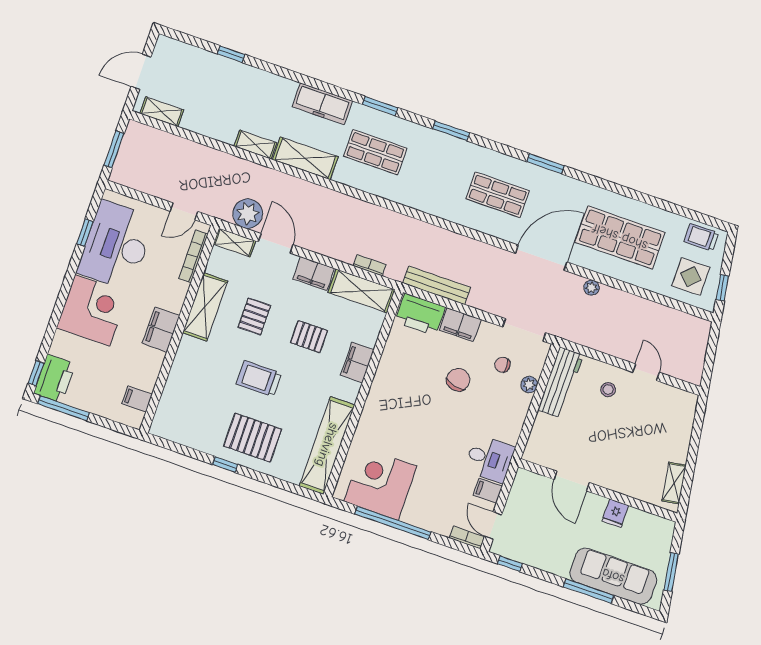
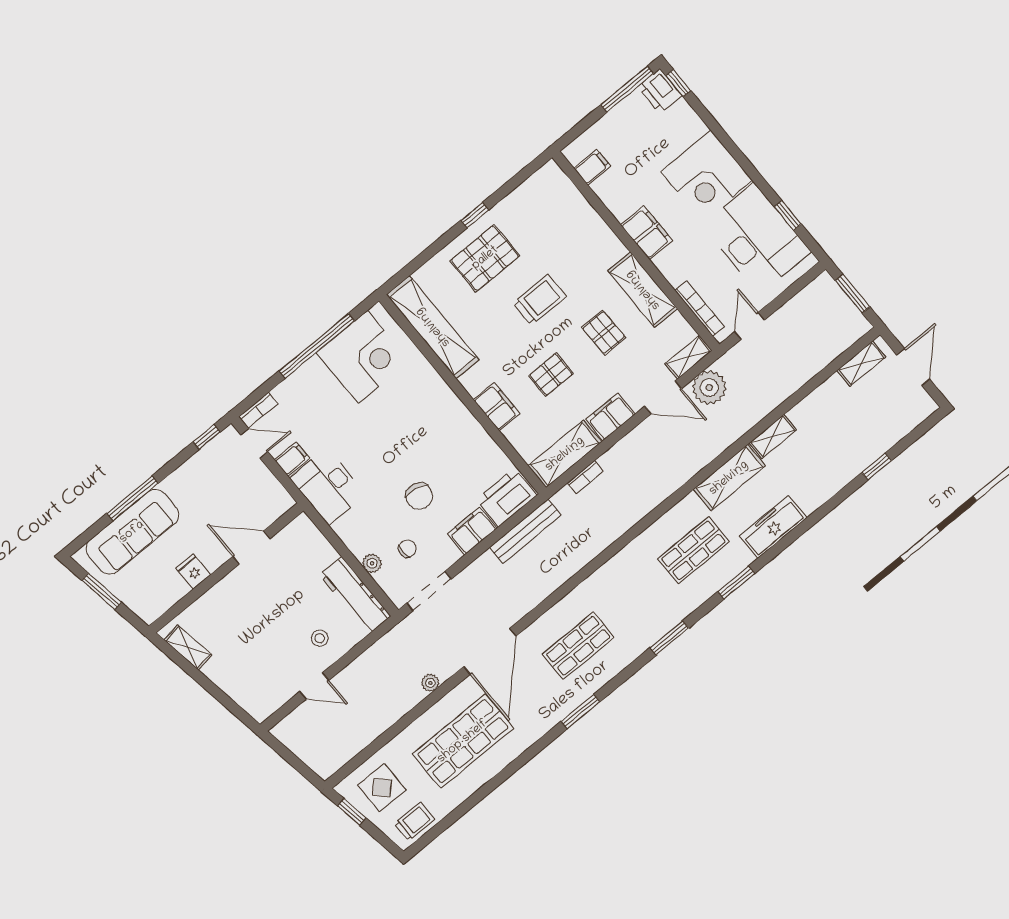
printer: (54, 379) -> (660, 91), width x0.73, depth x0.84
desk: (490, 459) -> (328, 486), width x1.37

